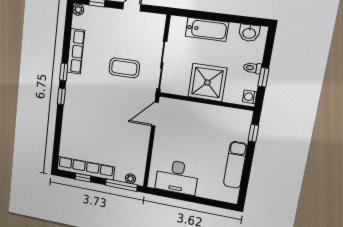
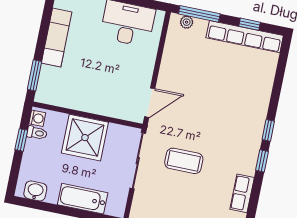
row of seats: (76, 51) -> (242, 193), width x0.68
toilet: (252, 68) -> (37, 133), moved
window: (253, 133) -> (34, 75), width x1.50

